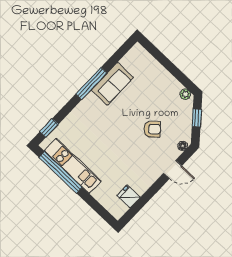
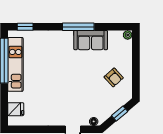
plant: (185, 94) -> (128, 35), moved
armchair: (152, 129) -> (114, 77), moved
fridge: (129, 196) -> (16, 109), moved, turned 90

